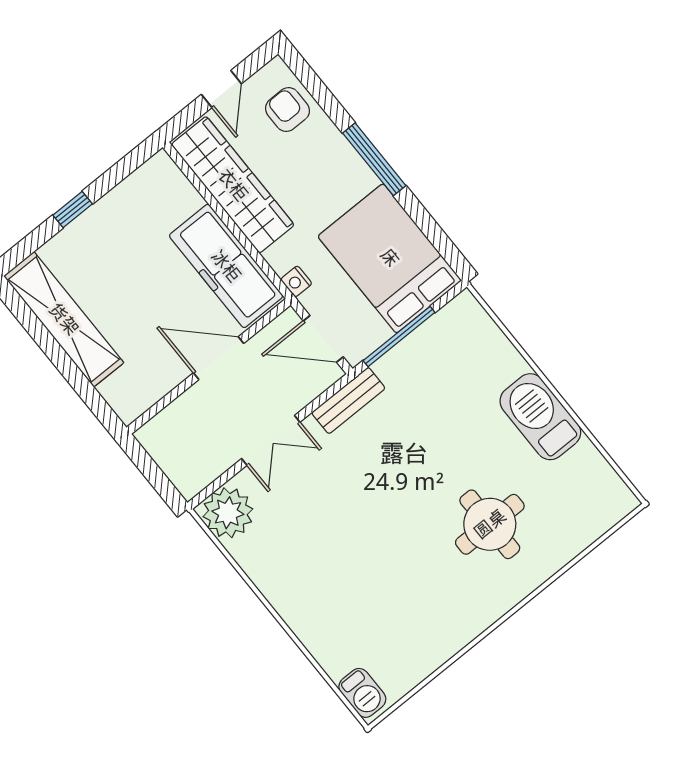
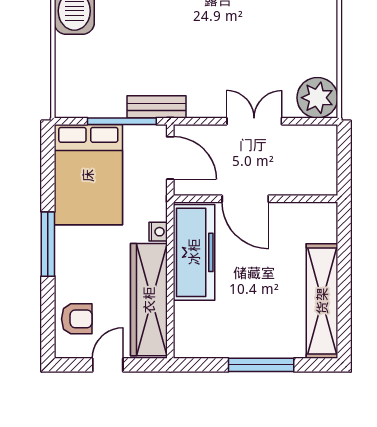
armchair: (287, 110) -> (77, 319), turned -90
window: (73, 209) -> (261, 365), width x2.17
nightstand: (296, 281) -> (158, 232), moved
bench: (348, 401) -> (156, 107), moved

